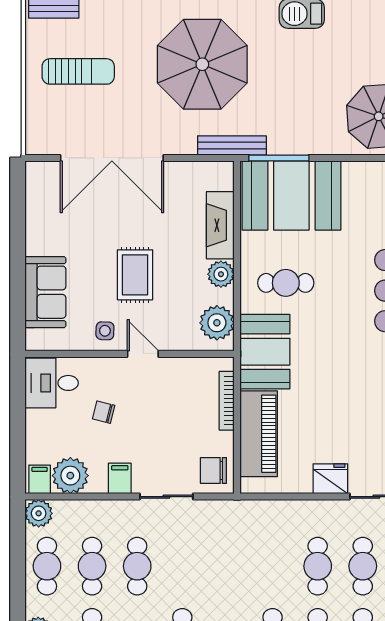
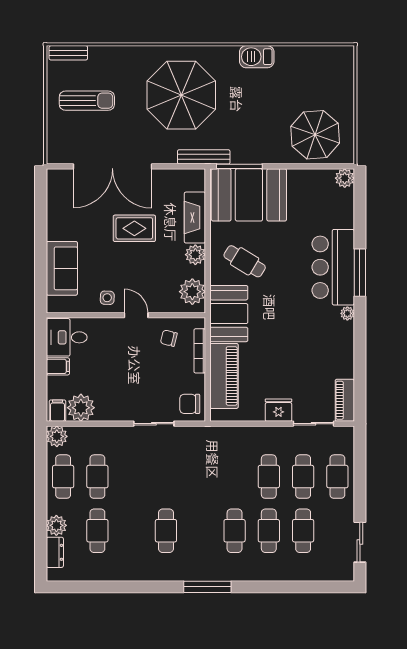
rug: (135, 275) -> (134, 228), moved, turned 90
cafe table: (286, 283) -> (245, 261), turned 31
chair: (104, 412) -> (169, 338), moved
filing cabinet: (120, 478) -> (58, 366), moved, turned 90
cafe table: (137, 566) -> (132, 477), removed

